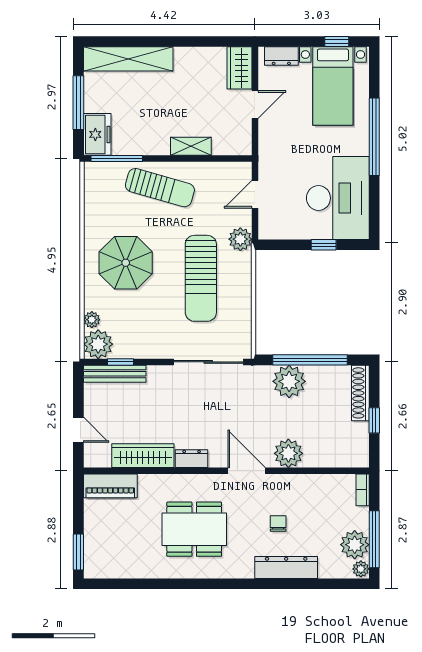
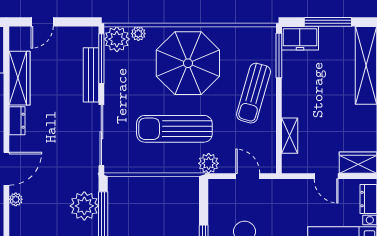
shelving: (191, 146) -> (290, 136), moved
parasol: (126, 263) -> (188, 63), width x1.36, depth x1.36
window: (120, 362) -> (101, 59), width x2.17
bench: (115, 374) -> (91, 75), moved
plant: (288, 453) -> (16, 199), width x0.53, depth x0.53

